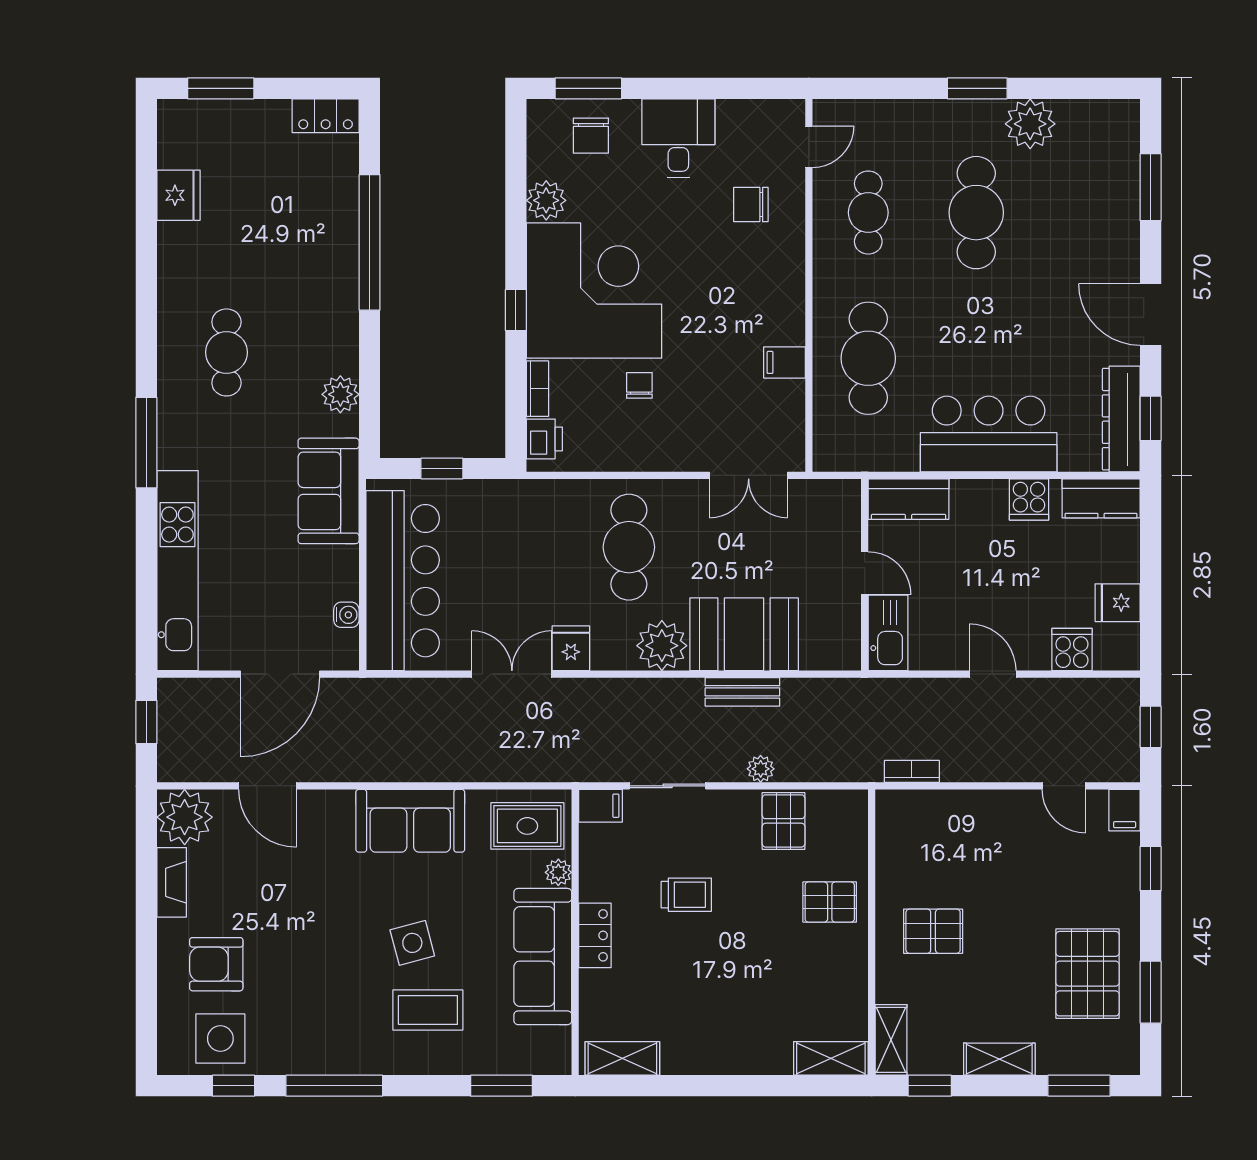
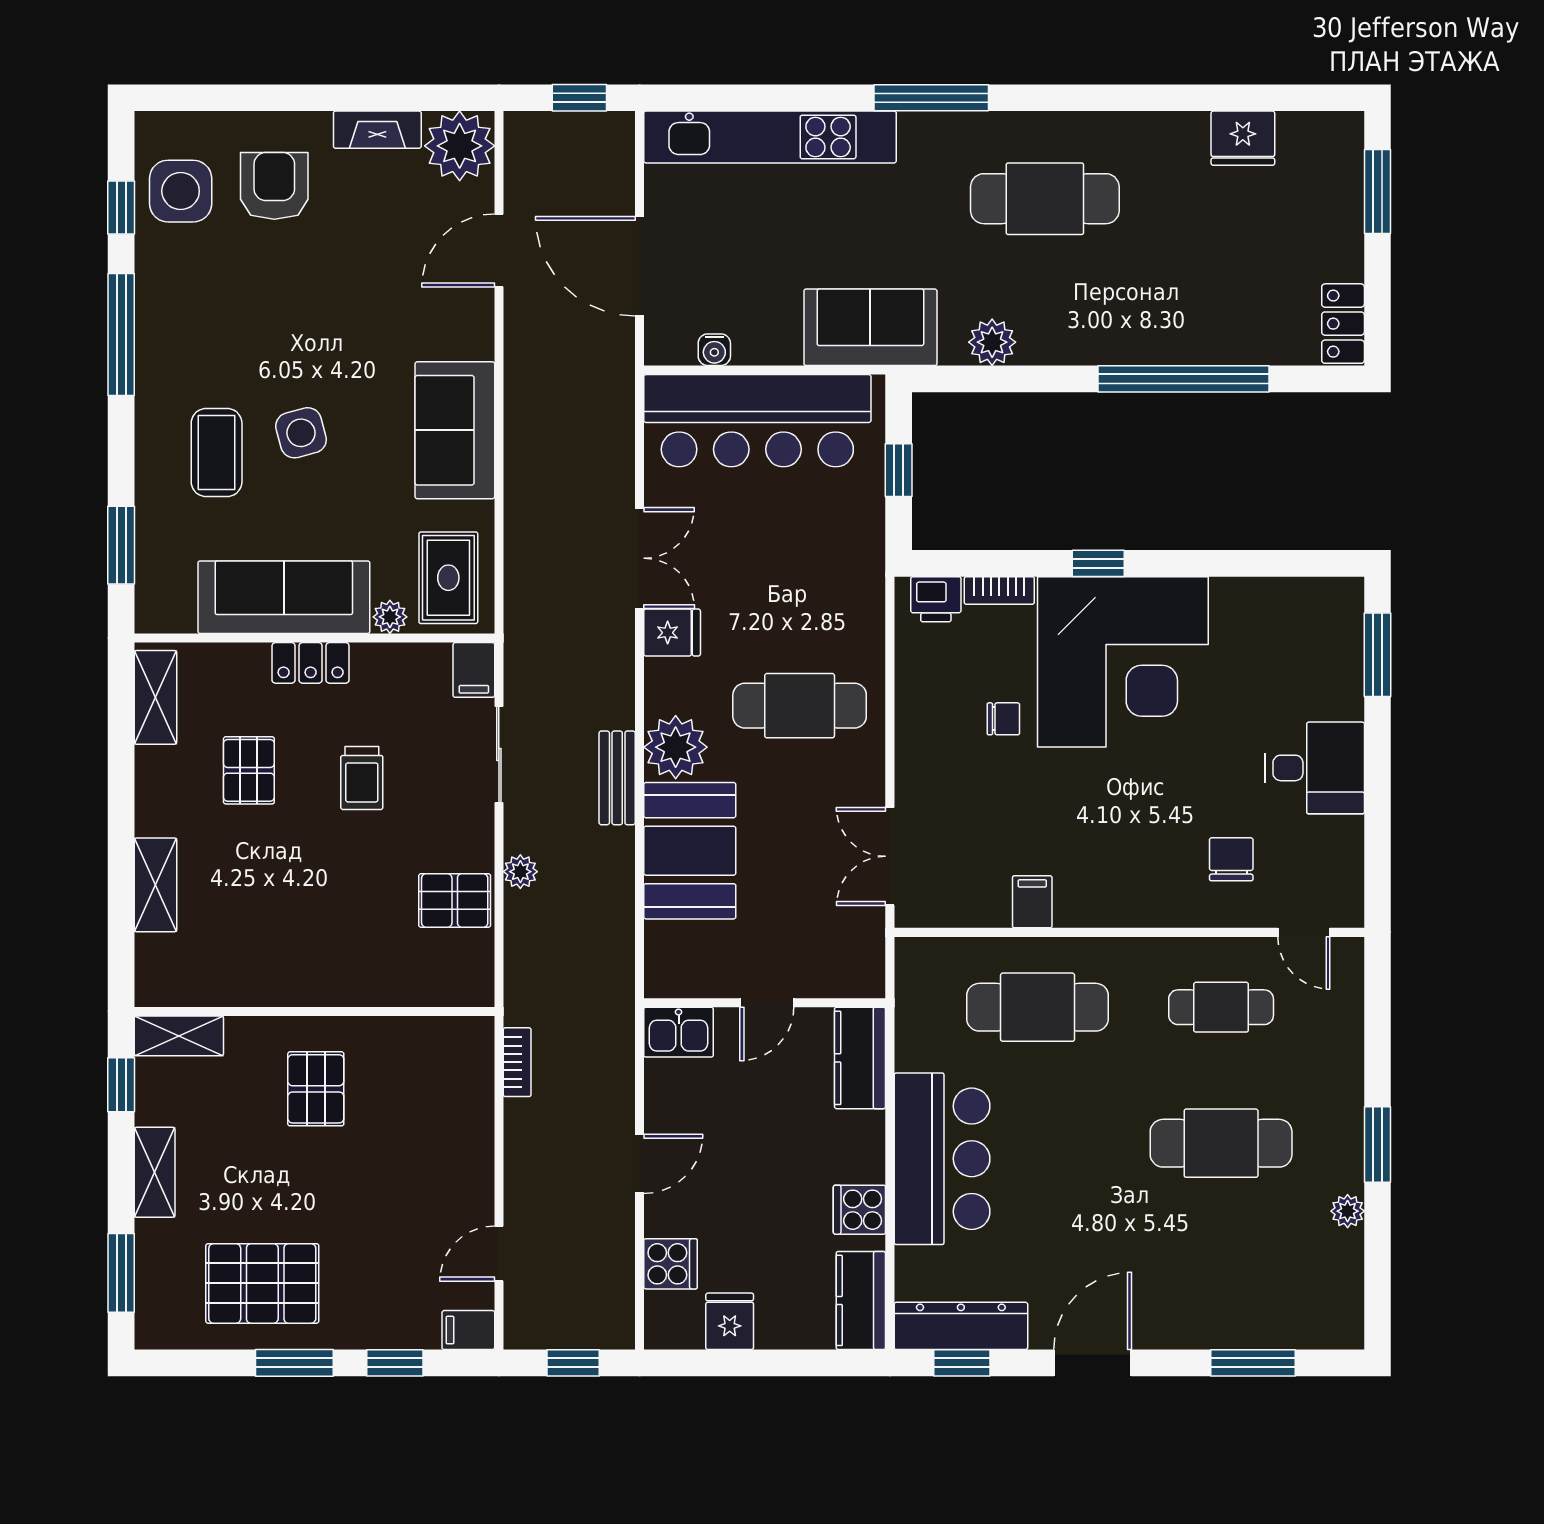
plant: (1030, 124) -> (1348, 1211), width x0.53, depth x0.53
chair: (591, 136) -> (1318, 658), removed
plant: (546, 200) -> (1236, 601), removed
cafe table: (226, 352) -> (1045, 199), width x1.37, depth x1.35
kitchen sink: (888, 633) -> (679, 1032), width x0.73
bench: (742, 692) -> (617, 778), moved
pallet: (830, 902) -> (249, 770), moved
window: (1151, 992) -> (294, 1363), moved
shelving: (831, 1058) -> (155, 885), moved

